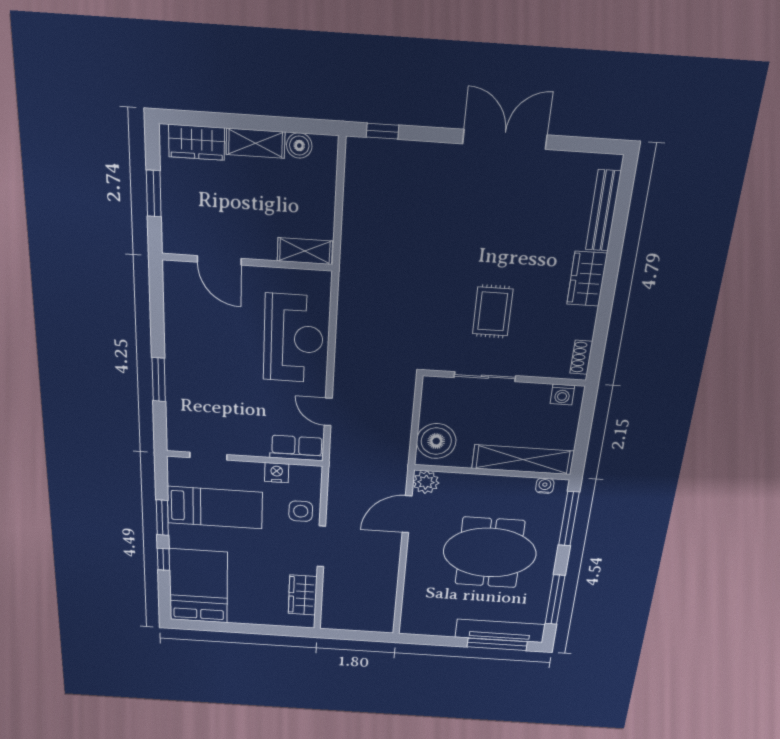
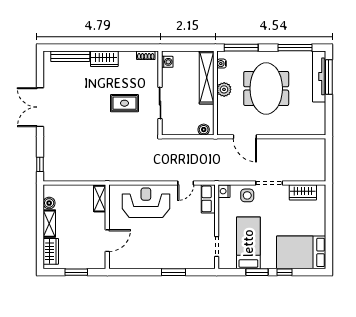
boiler: (436, 441) -> (204, 130), width x0.54, depth x0.54
nightstand: (277, 473) -> (224, 191), moved
plant: (426, 482) -> (224, 89), moved

